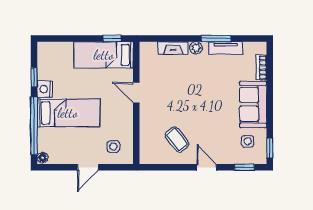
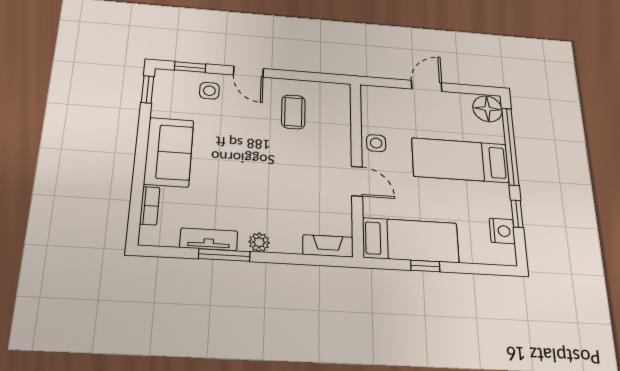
window: (112, 38) -> (425, 266), moved
fireplace: (173, 48) -> (328, 246), moved
nightstand: (45, 89) -> (502, 231), moved
coffee table: (177, 139) -> (293, 112), turned 39
side table: (248, 141) -> (209, 91), moved
side table: (113, 147) -> (376, 143), moved
floor lamp: (42, 158) -> (487, 109), width x1.89, depth x1.89

